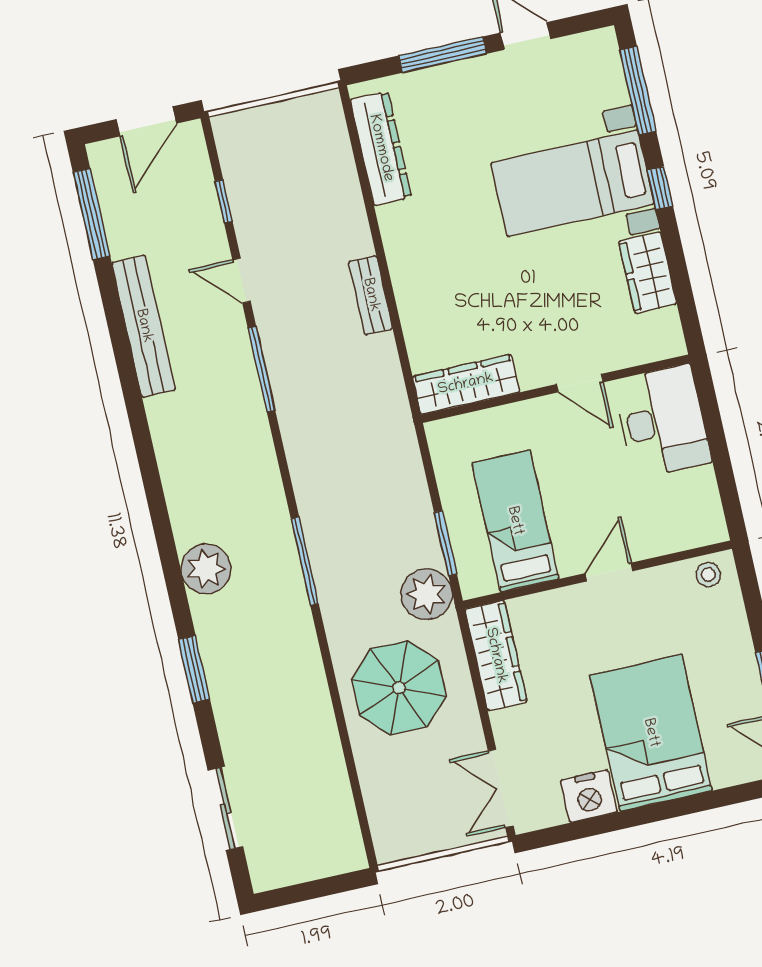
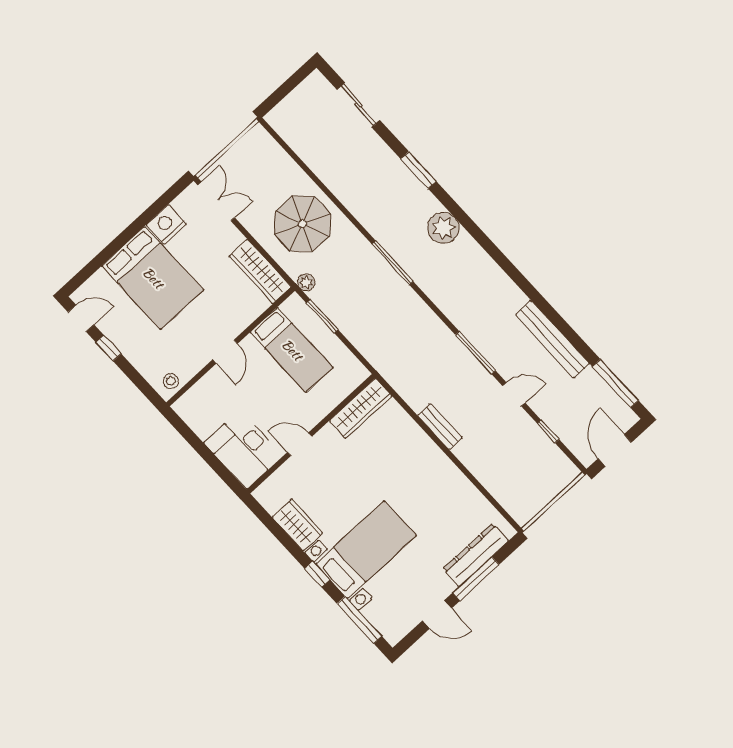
dresser: (381, 148) -> (476, 555), moved, turned 90
plant: (426, 594) -> (306, 282), width x0.53, depth x0.53

